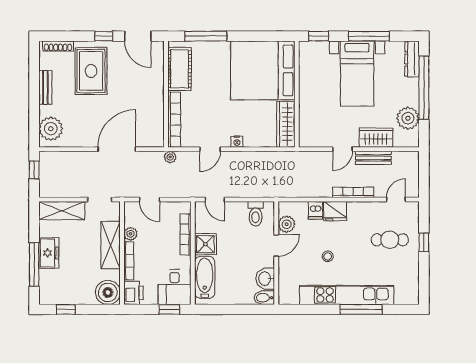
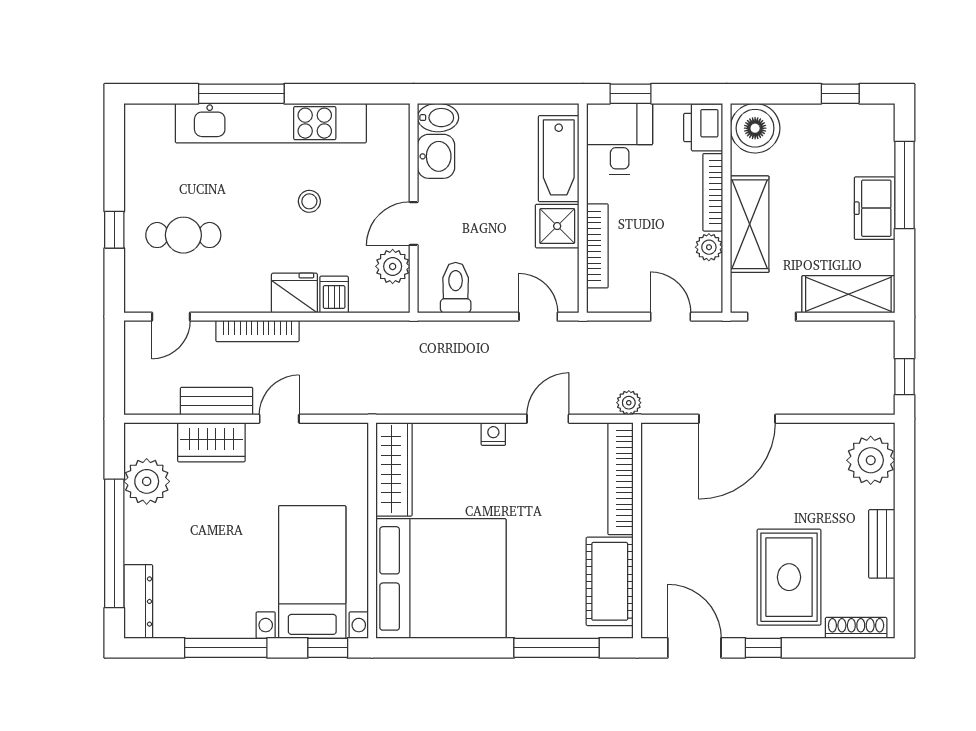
bed with nightstands: (357, 74) -> (312, 572), moved

